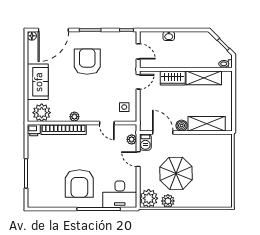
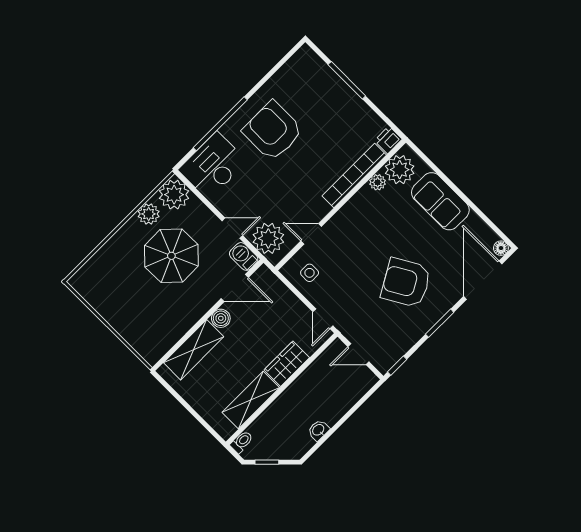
washbasin: (169, 36) -> (319, 430), moved
armchair: (87, 62) -> (406, 283), turned 150
plant: (74, 117) -> (378, 182), moved
plant: (132, 139) -> (268, 238), width x1.88, depth x1.88

